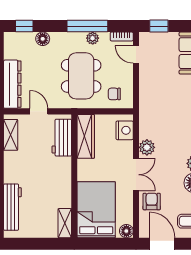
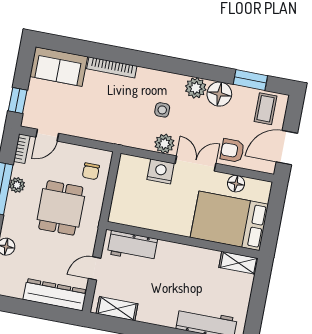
dining table: (81, 76) -> (61, 208), width x0.73
nightstand: (125, 130) -> (161, 171), moved
wardrobe: (86, 136) -> (136, 216), removed
side table: (173, 141) -> (162, 110), added
floor lamp: (126, 231) -> (236, 184), moved

